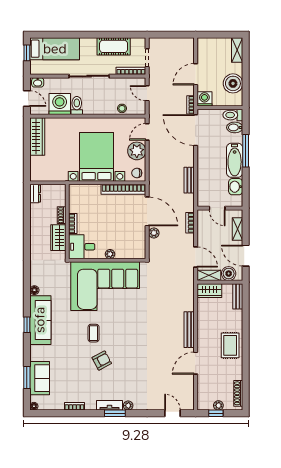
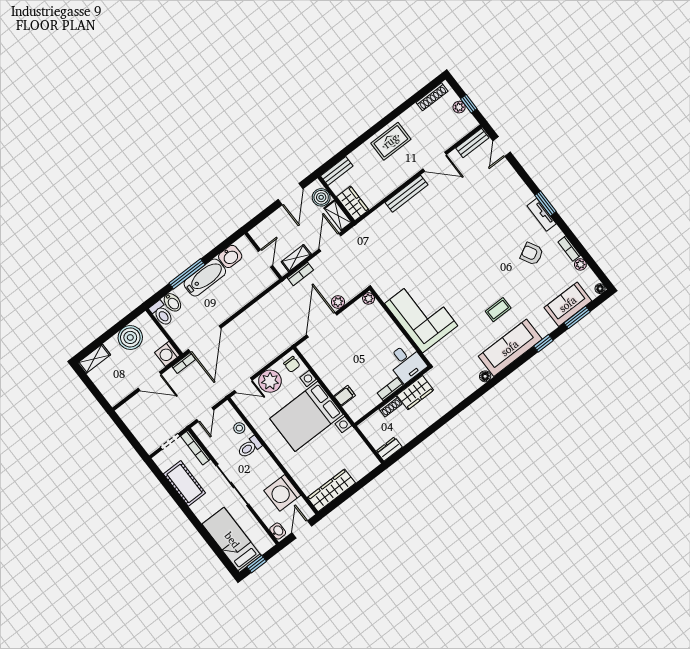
toilet: (77, 105) -> (249, 447), moved
bench: (189, 180) -> (472, 143), moved
bookcase: (123, 189) -> (318, 365), removed
filing cabinet: (91, 191) -> (345, 396), added
shelving: (238, 229) -> (296, 258), moved
plant: (110, 254) -> (369, 298), moved
corner sofa: (105, 286) -> (421, 315), width x0.73, depth x0.74
window: (27, 325) -> (543, 343), moved
coffee table: (94, 333) -> (498, 310), moved
armchair: (102, 361) -> (532, 254), moved
plant: (128, 406) -> (580, 264), moved

